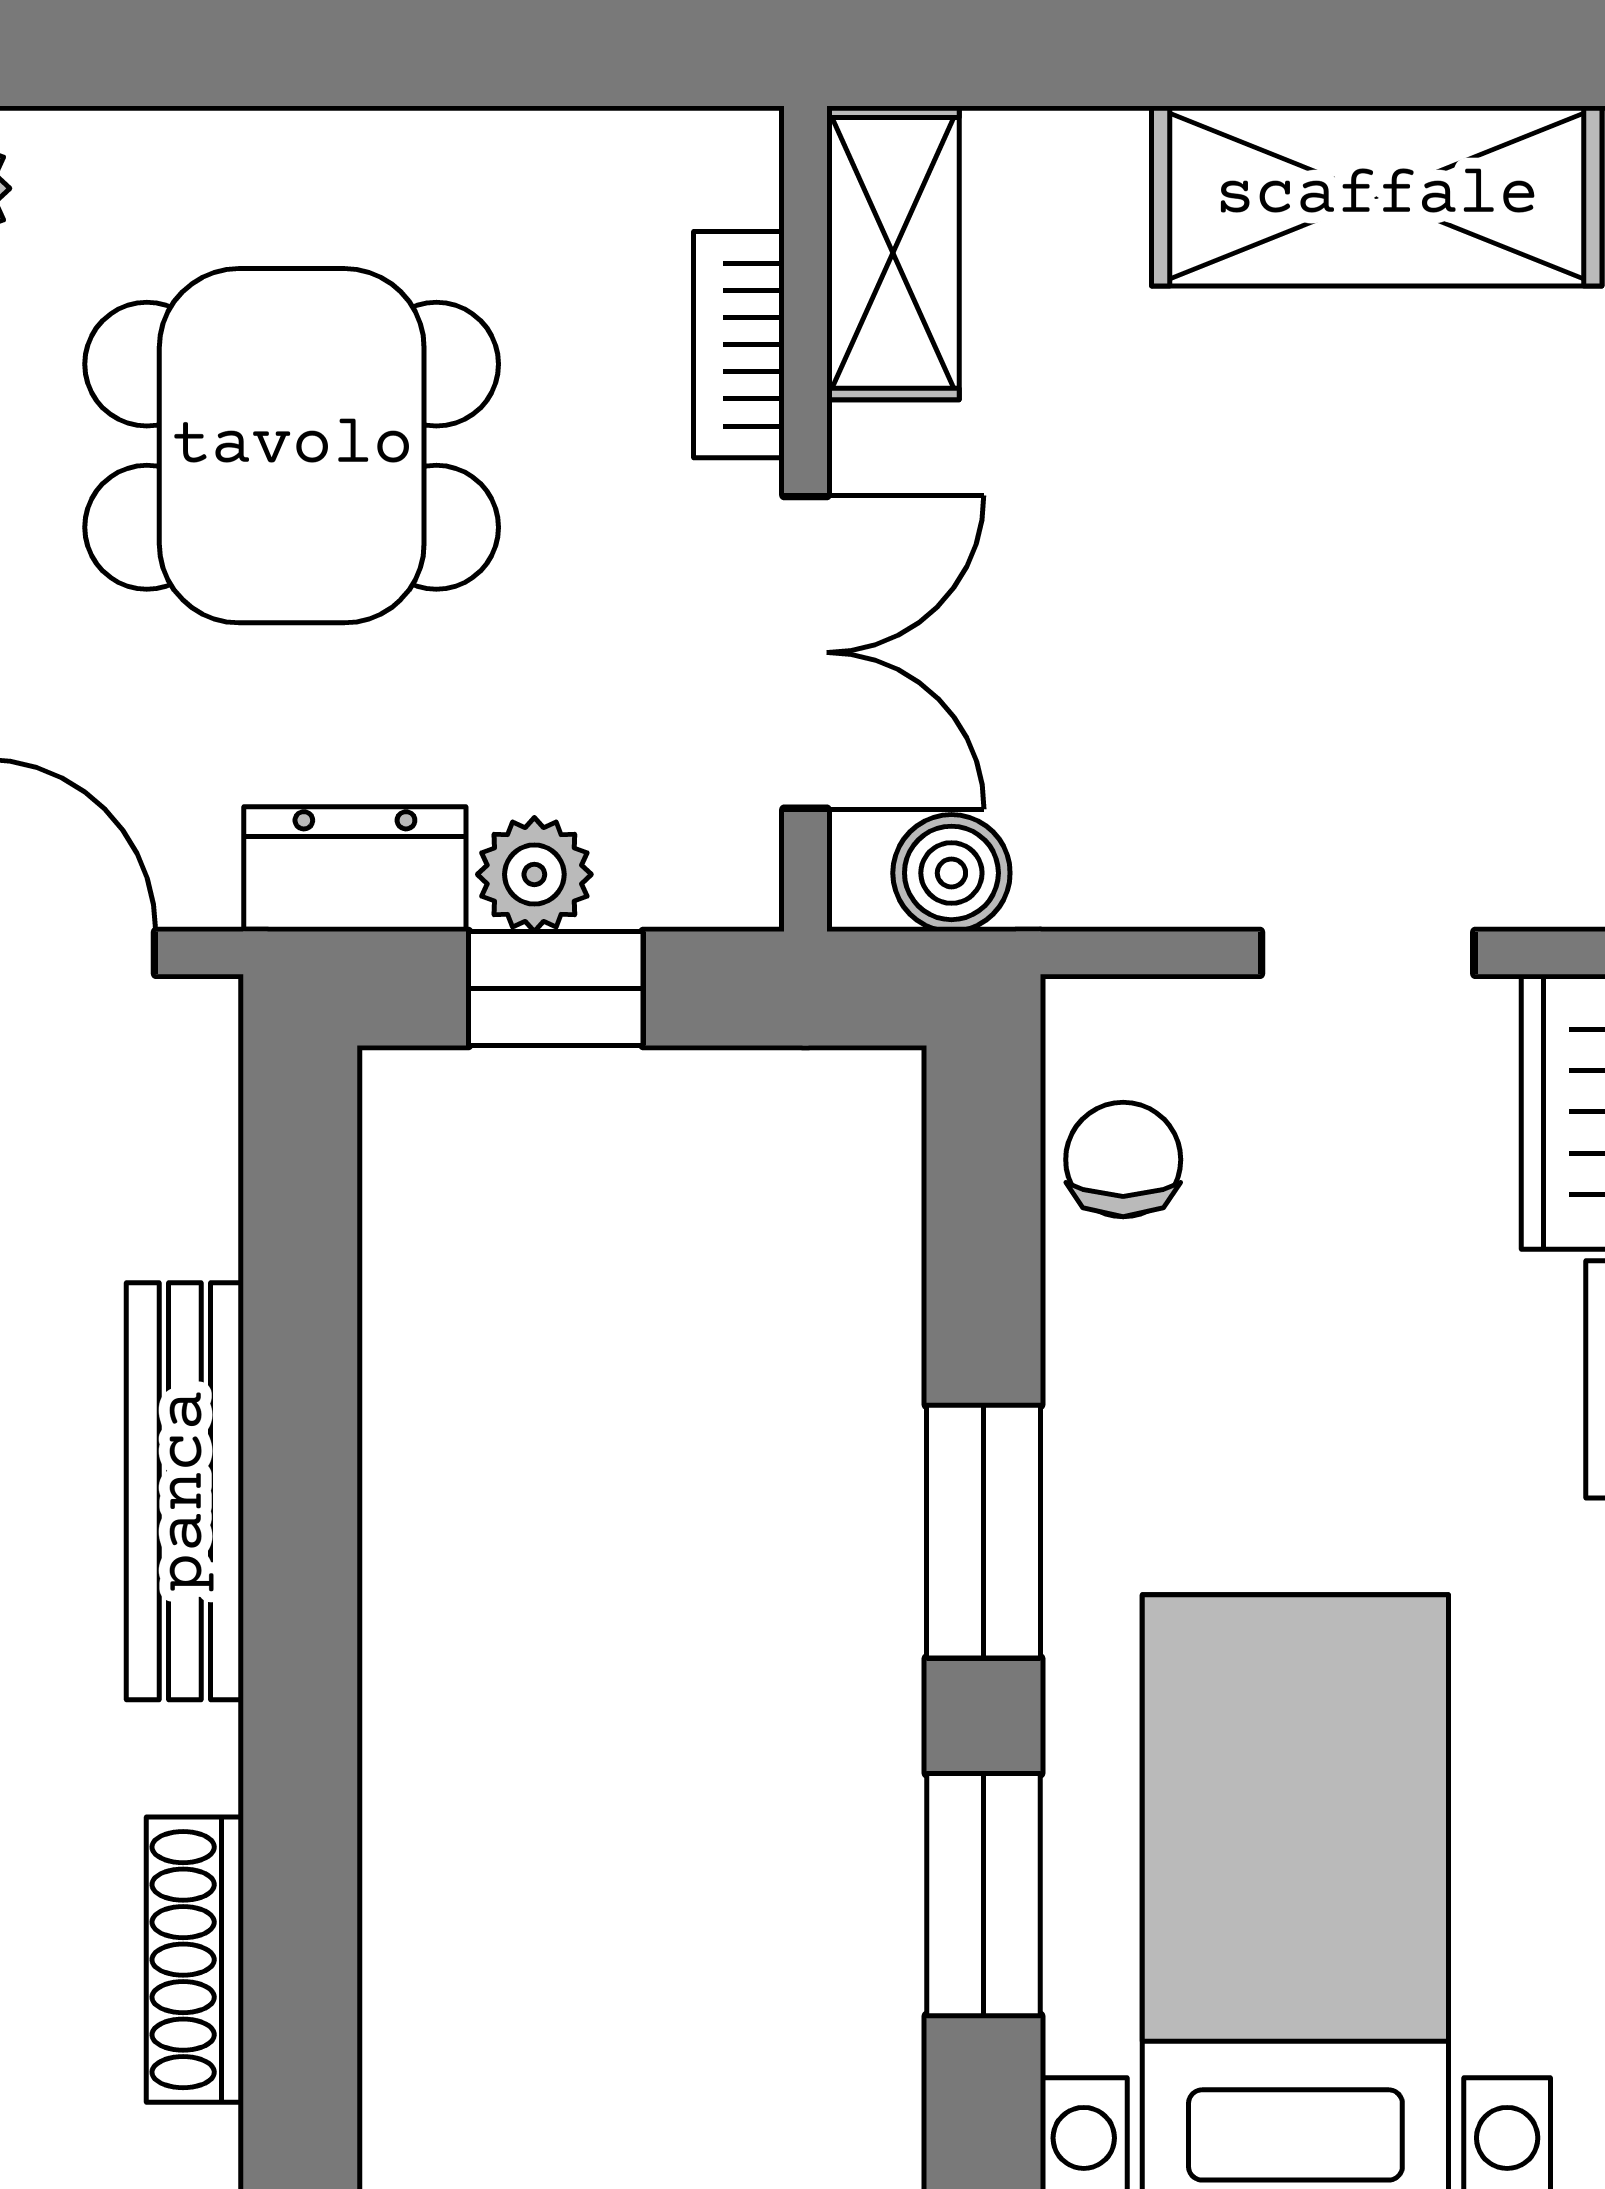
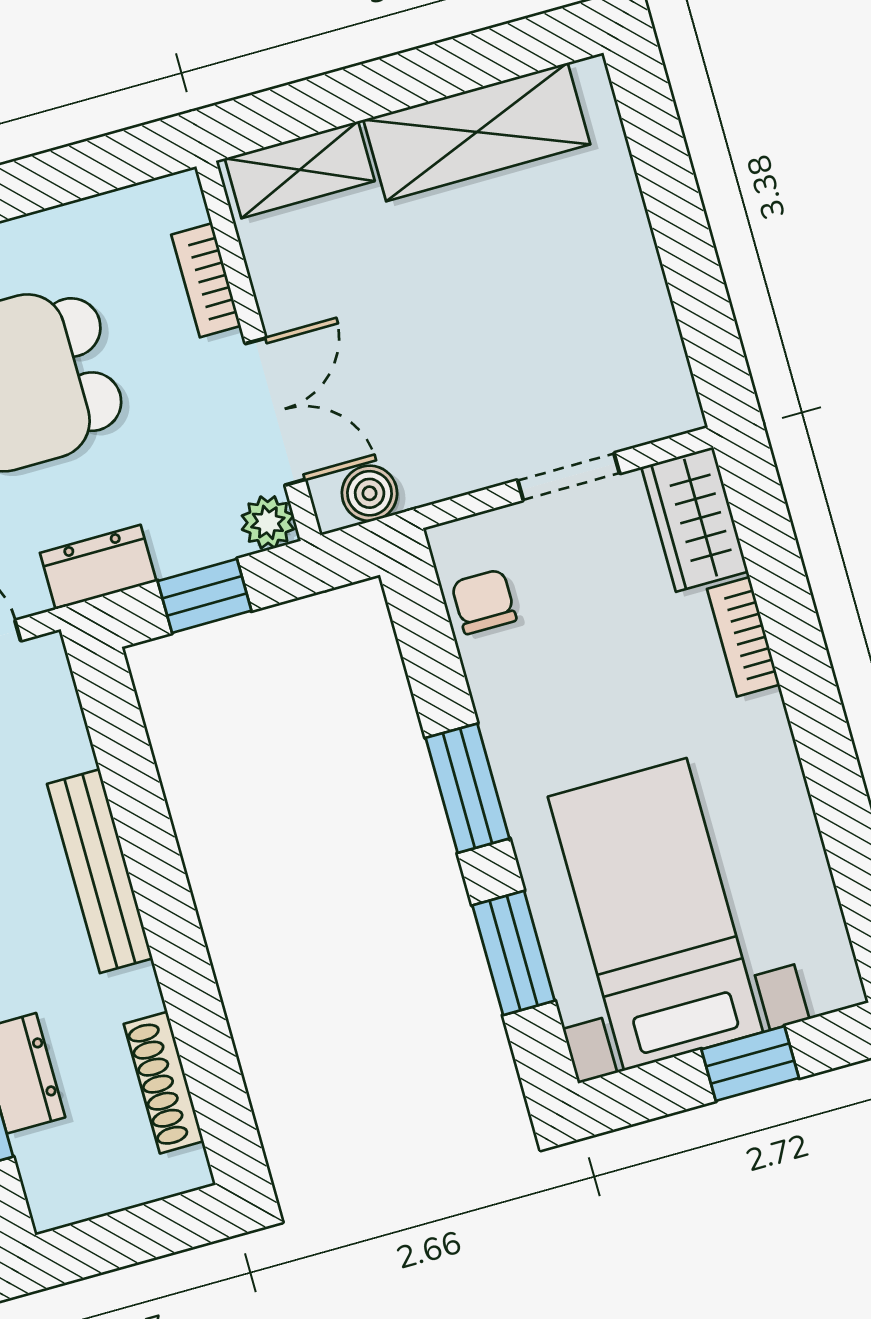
shelving: (893, 253) -> (300, 170), moved, turned 90
plant: (534, 874) -> (268, 522), moved

